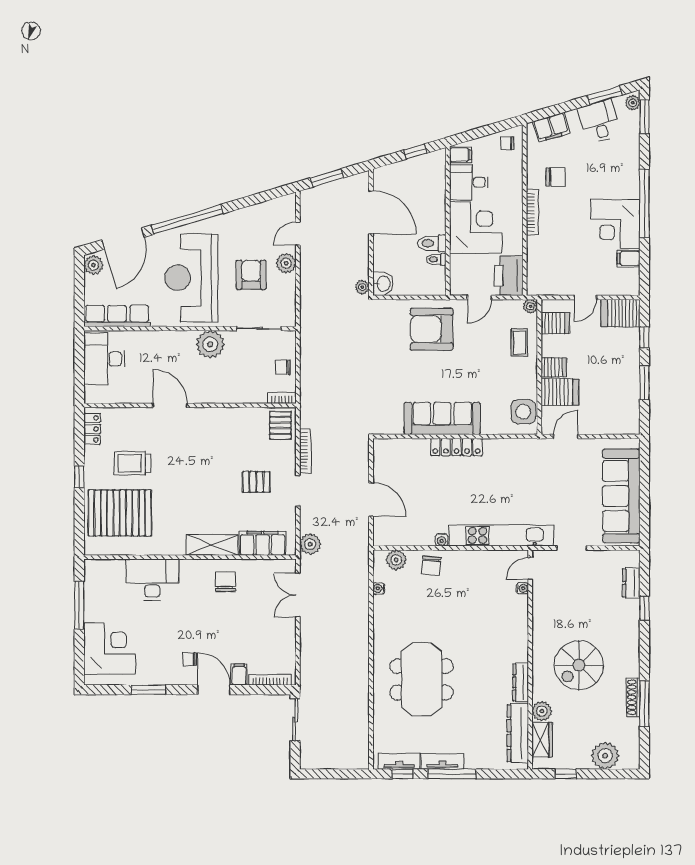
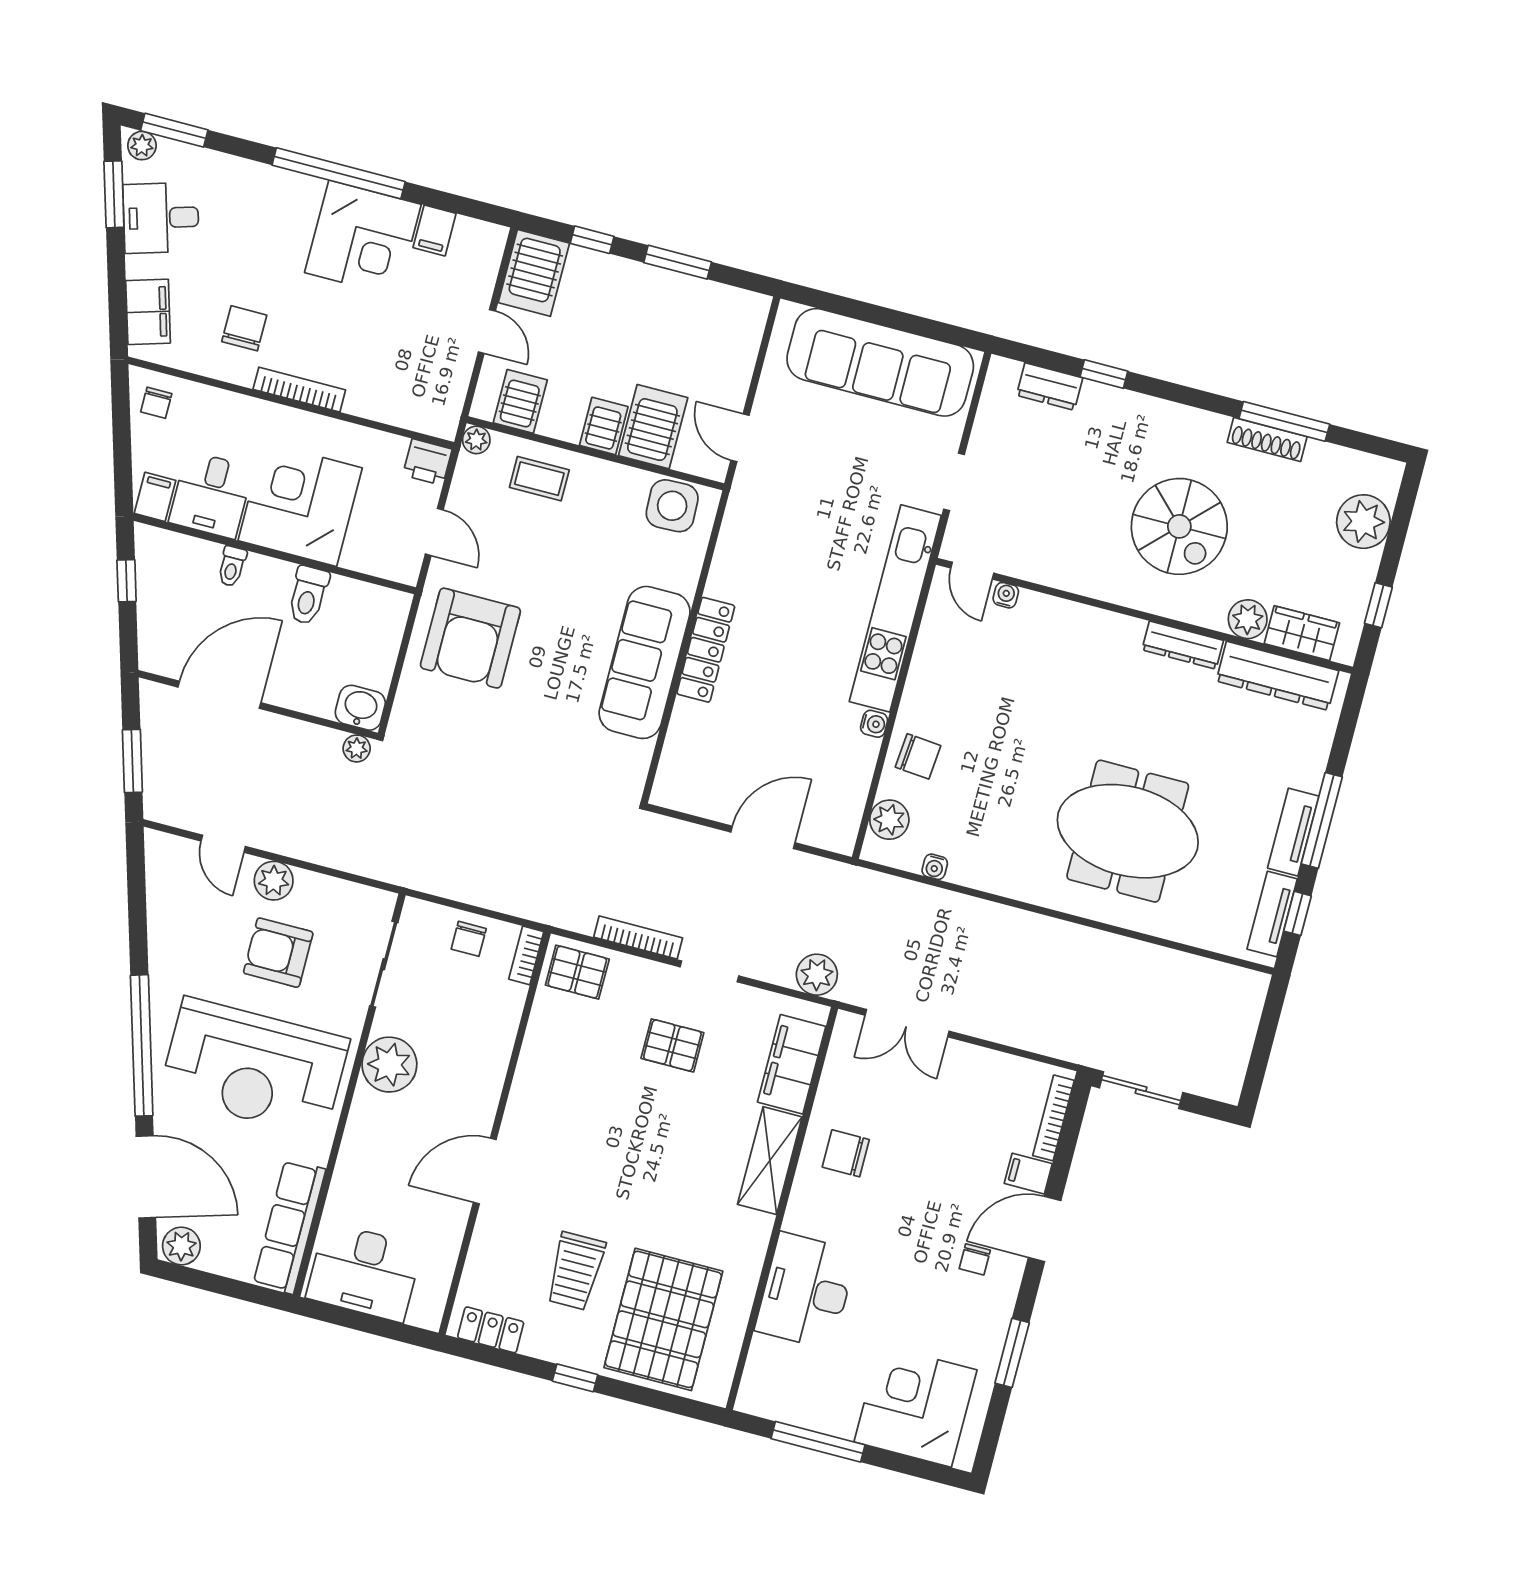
toilet: (436, 259) -> (232, 566), moved
printer: (508, 276) -> (427, 462), width x0.53, depth x0.68
pallet: (256, 482) -> (672, 1045), turned 90

